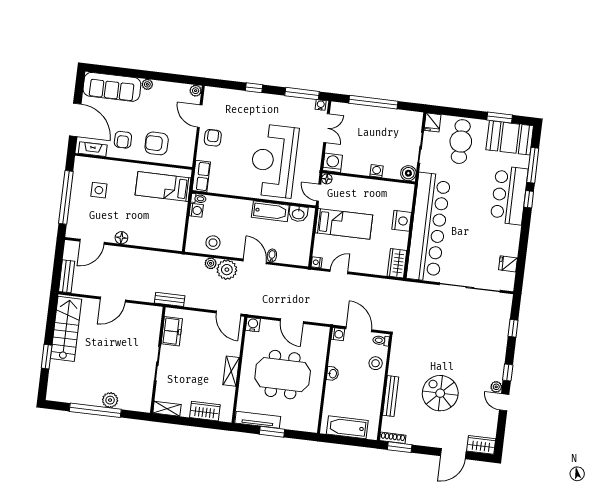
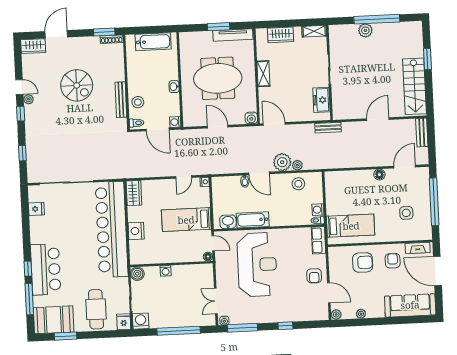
plant: (147, 84) -> (361, 314), moved
washing machine: (333, 163) -> (141, 321), moved, turned 180
bench: (391, 396) -> (121, 100), moved

